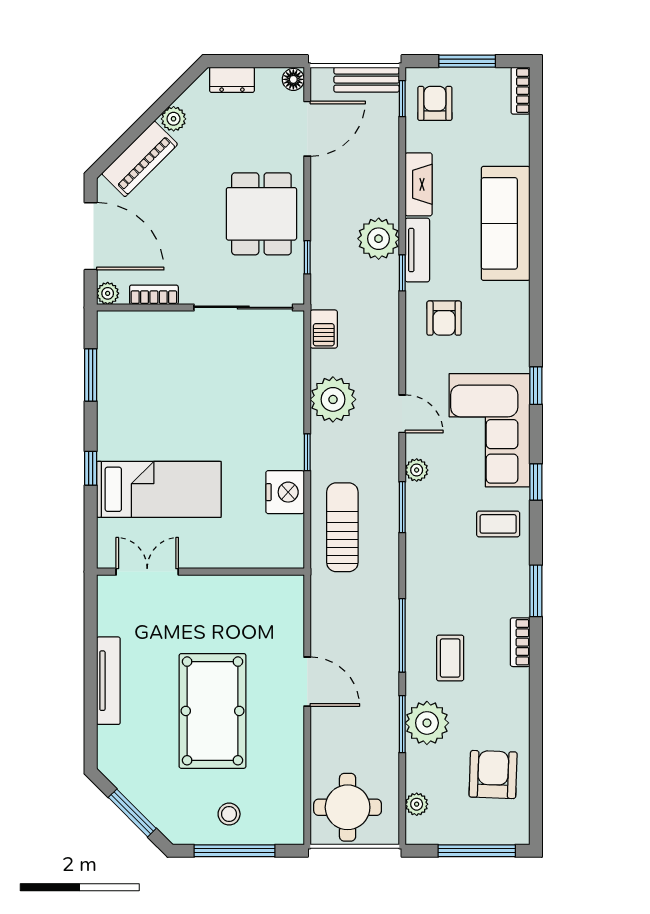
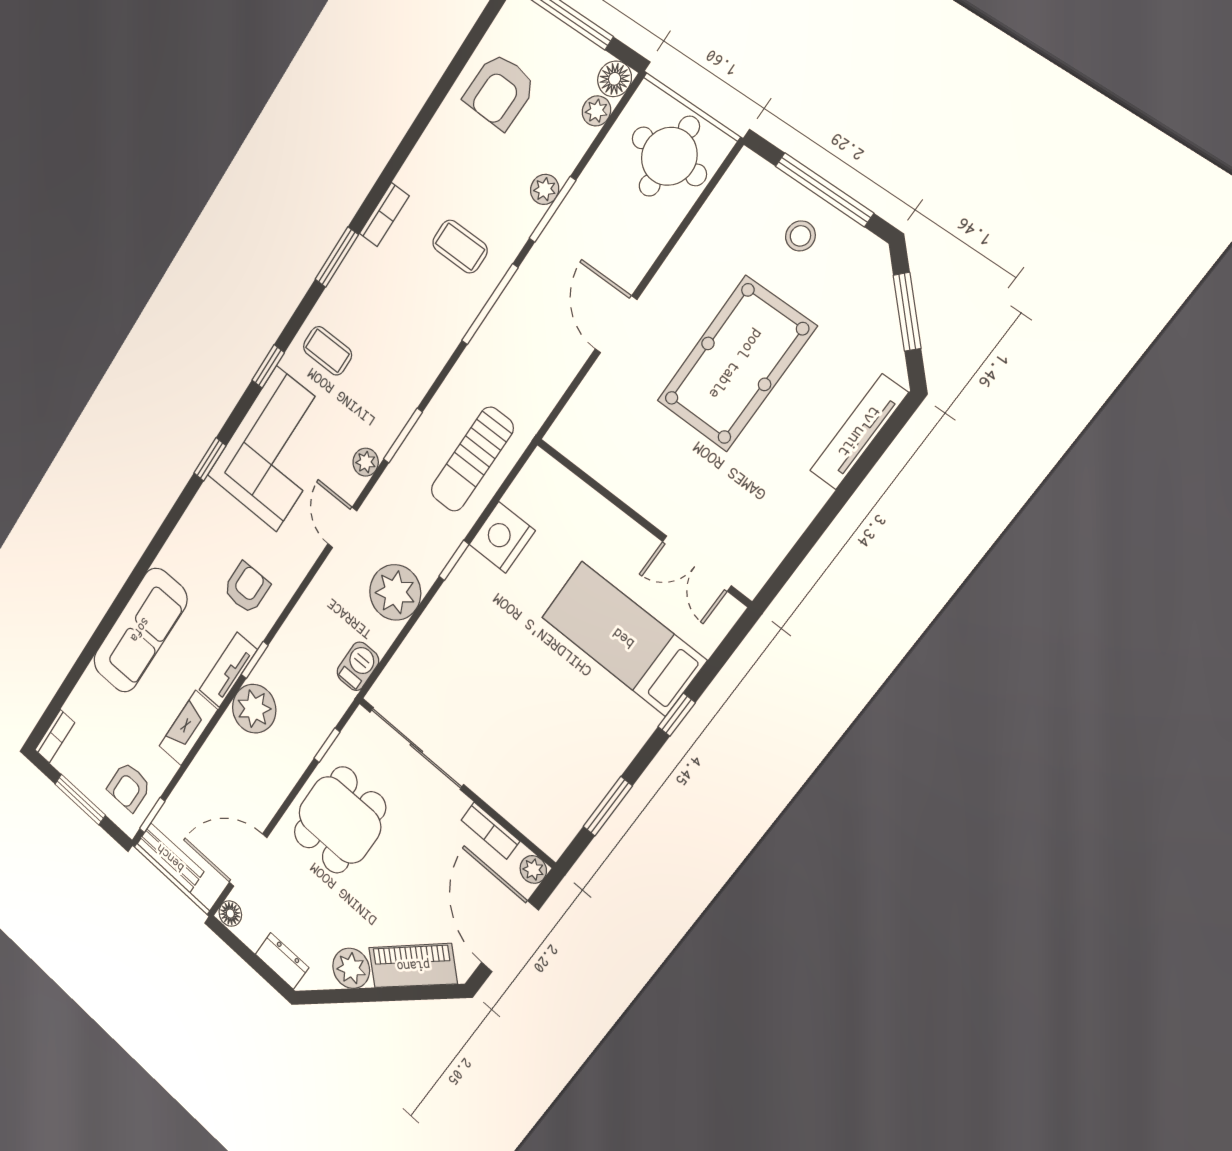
plant: (174, 119) -> (351, 968), width x1.38, depth x1.38
coffee table: (450, 658) -> (460, 247), turned 90
tv unit: (108, 681) -> (859, 432), moved
plant: (427, 723) -> (545, 189), width x0.53, depth x0.53
floor lamp: (419, 831) -> (615, 79), added

